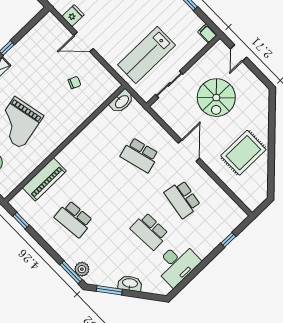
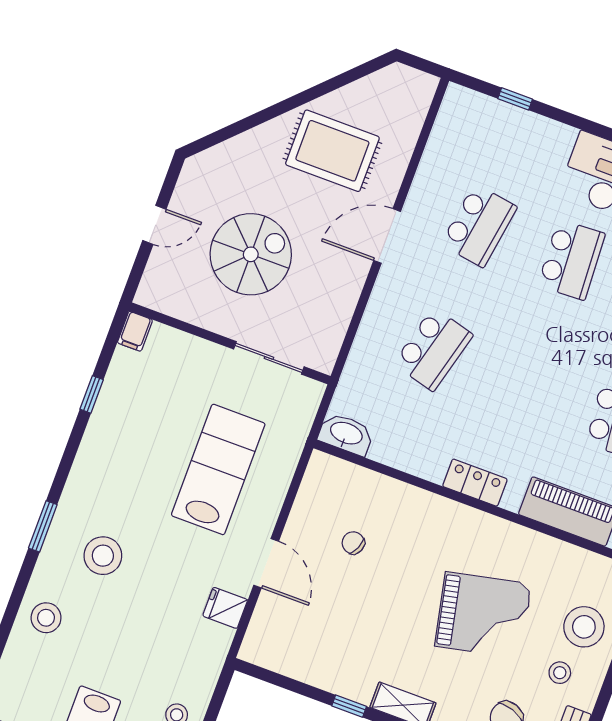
door: (238, 53) -> (154, 225), moved
lab bench: (147, 55) -> (218, 469), moved, turned -90
locker: (75, 146) -> (475, 483), added
door: (189, 151) -> (387, 236), moved
school desk: (140, 155) -> (433, 349), turned 30

